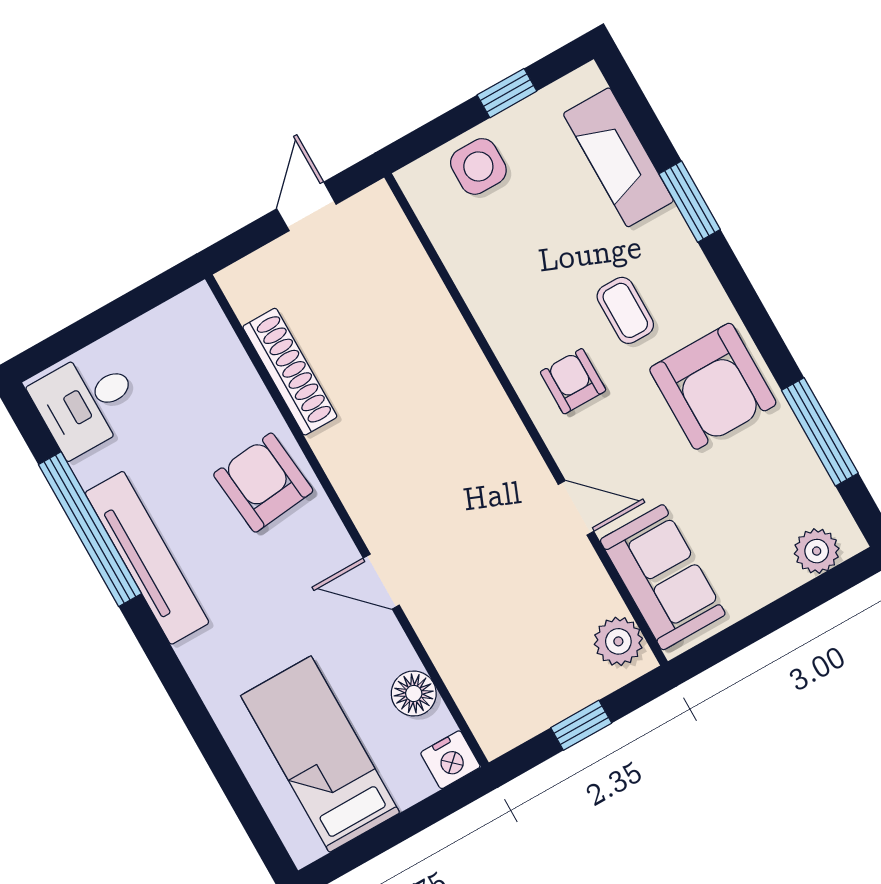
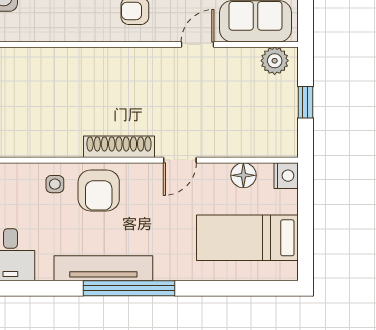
shoe rack: (290, 372) -> (119, 147), moved
side table: (235, 409) -> (55, 184), added
armchair: (263, 483) -> (99, 190), turned -84
window: (90, 529) -> (129, 288), moved

